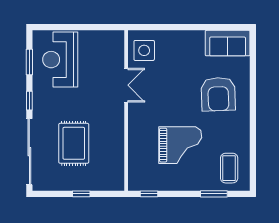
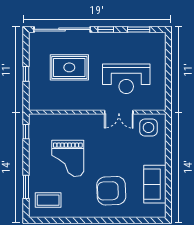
sofa: (228, 43) -> (155, 184), moved
reception desk: (60, 60) -> (126, 79), moved, turned 180

